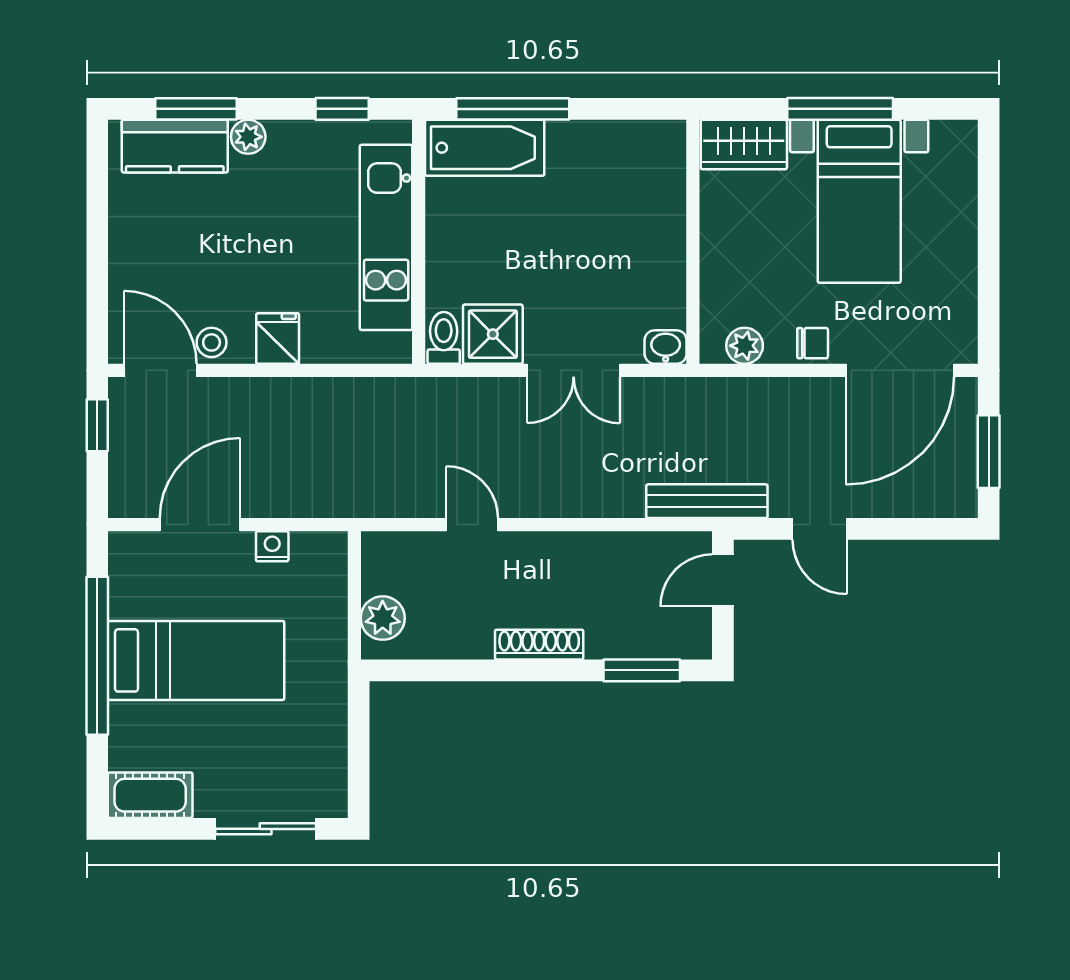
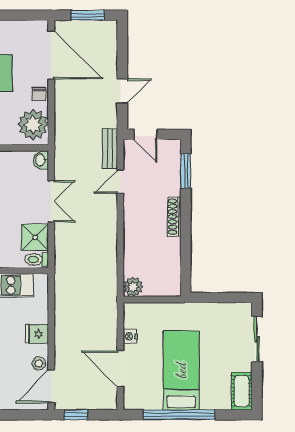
chair: (813, 343) -> (39, 94), turned 180
plant: (745, 346) -> (33, 125), width x1.88, depth x1.88
bench: (707, 501) -> (110, 149), width x0.73
door: (472, 525) -> (120, 182), moved
plant: (383, 618) -> (133, 287), moved

